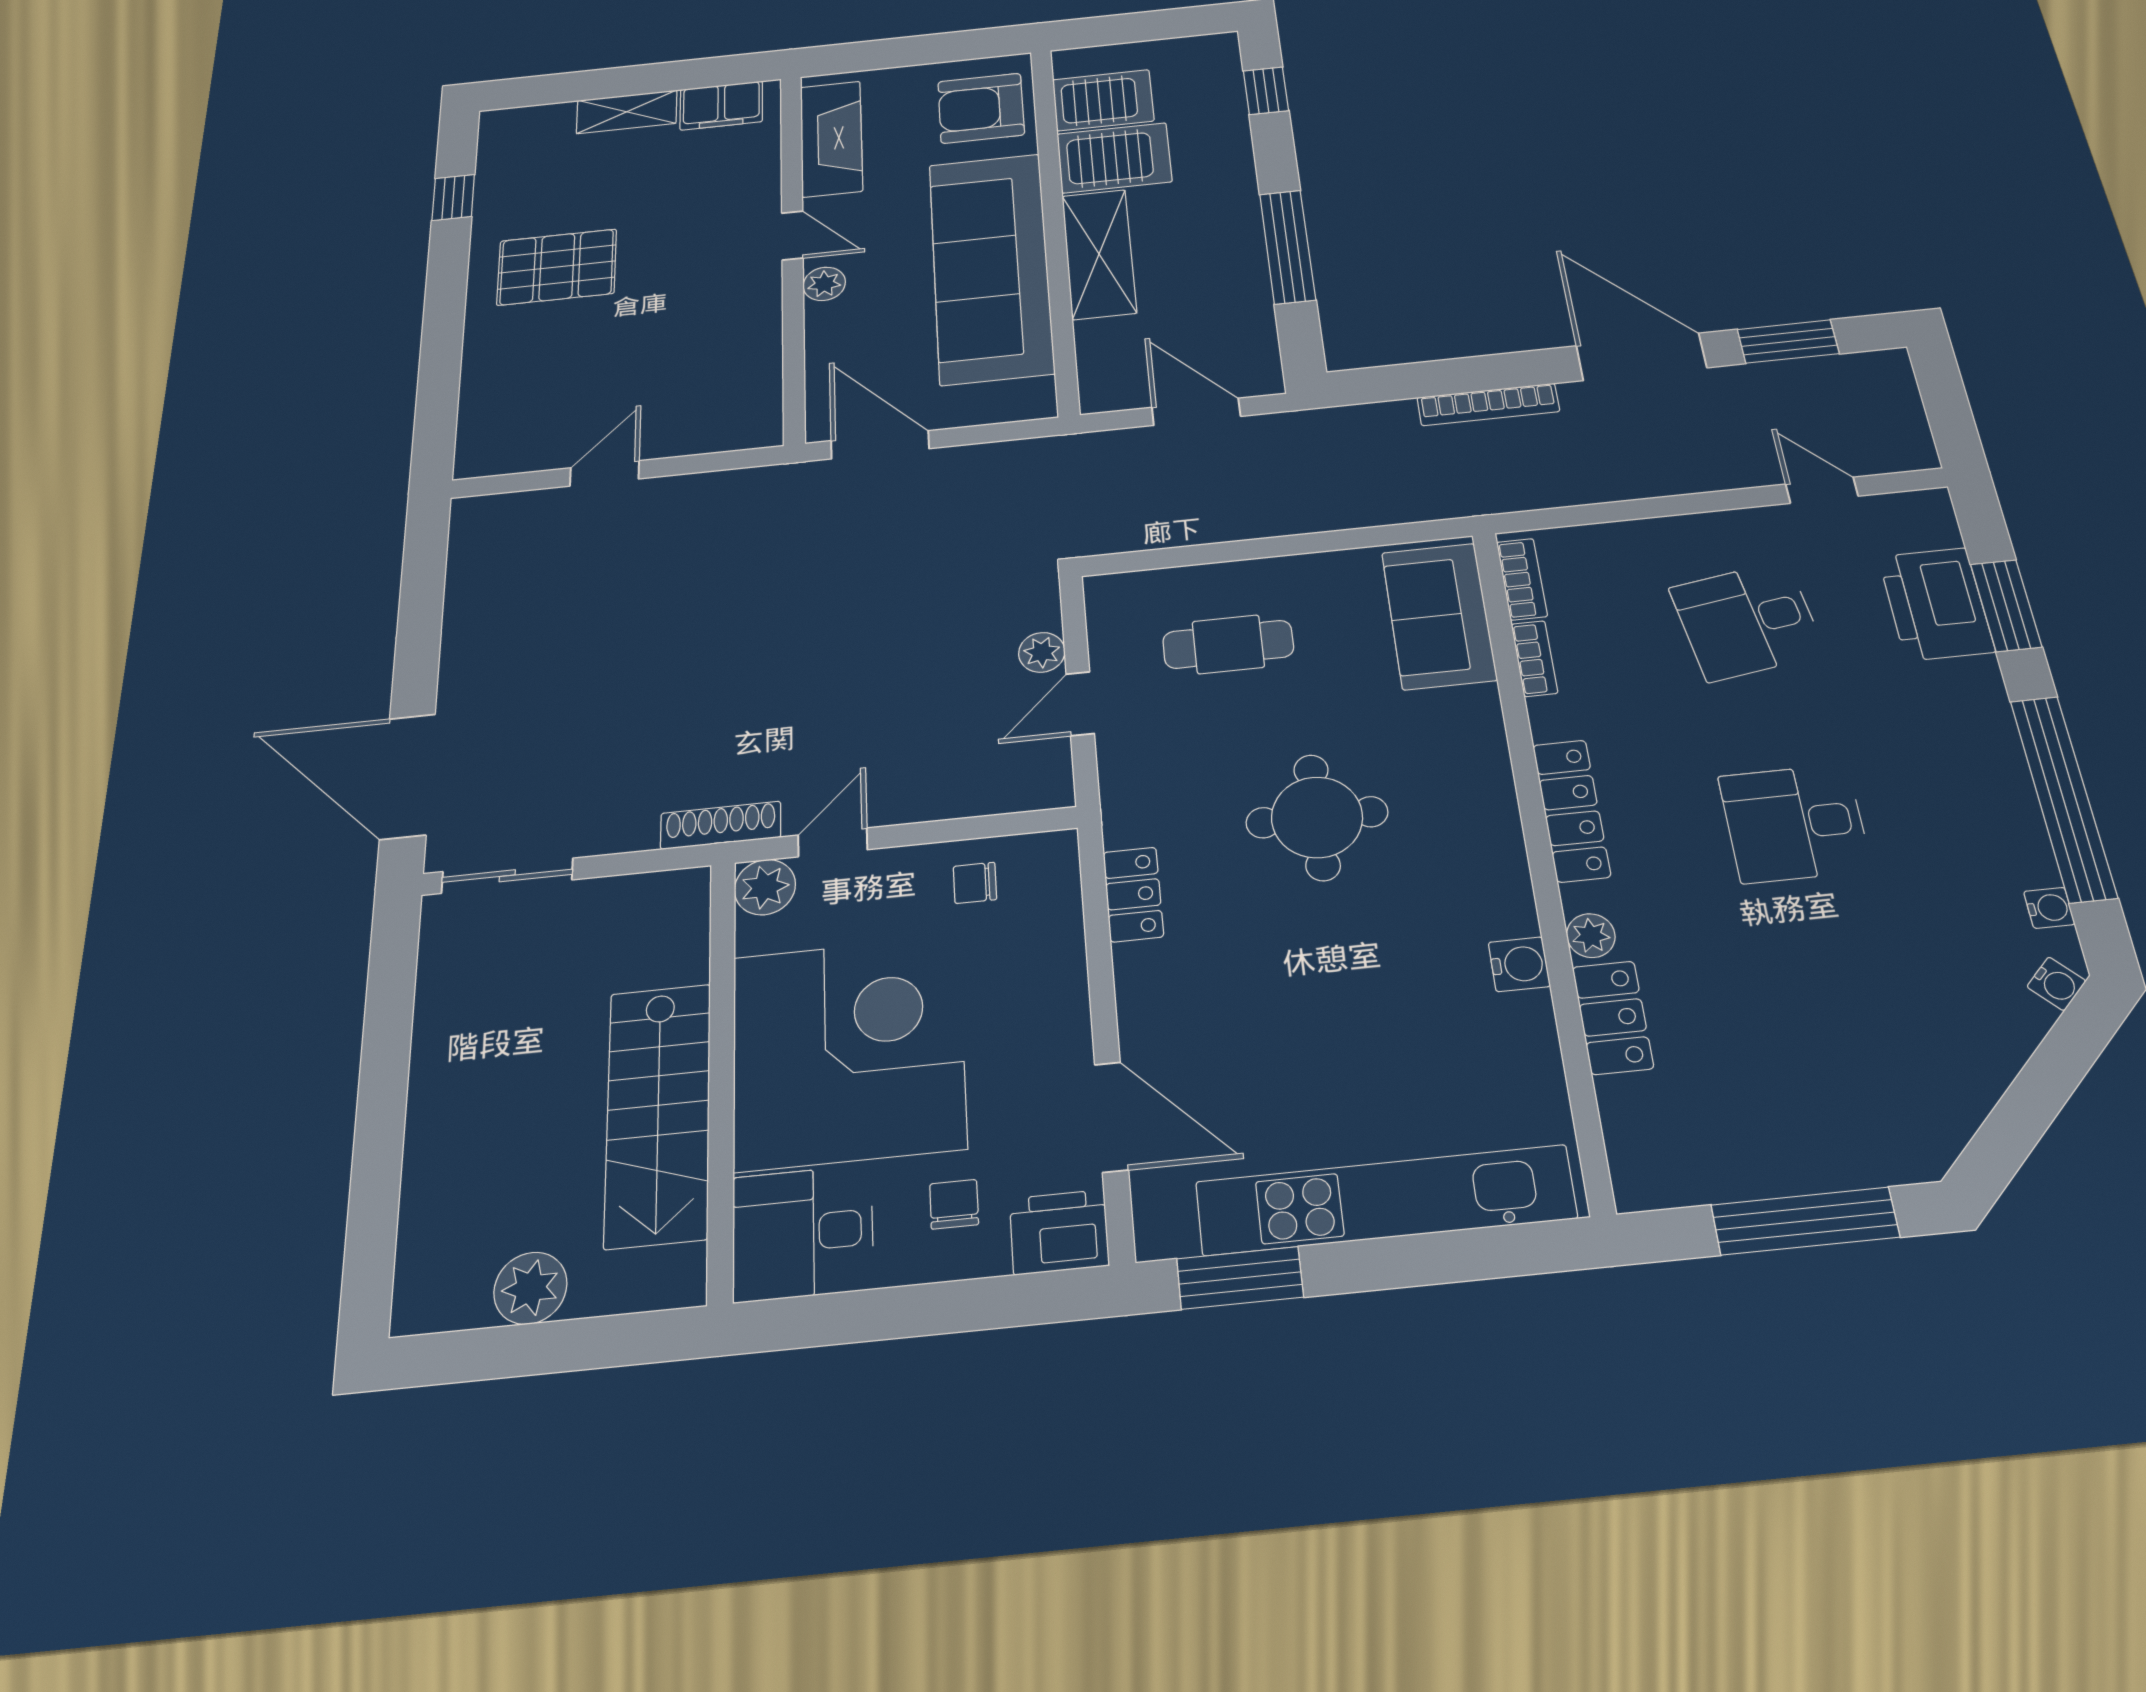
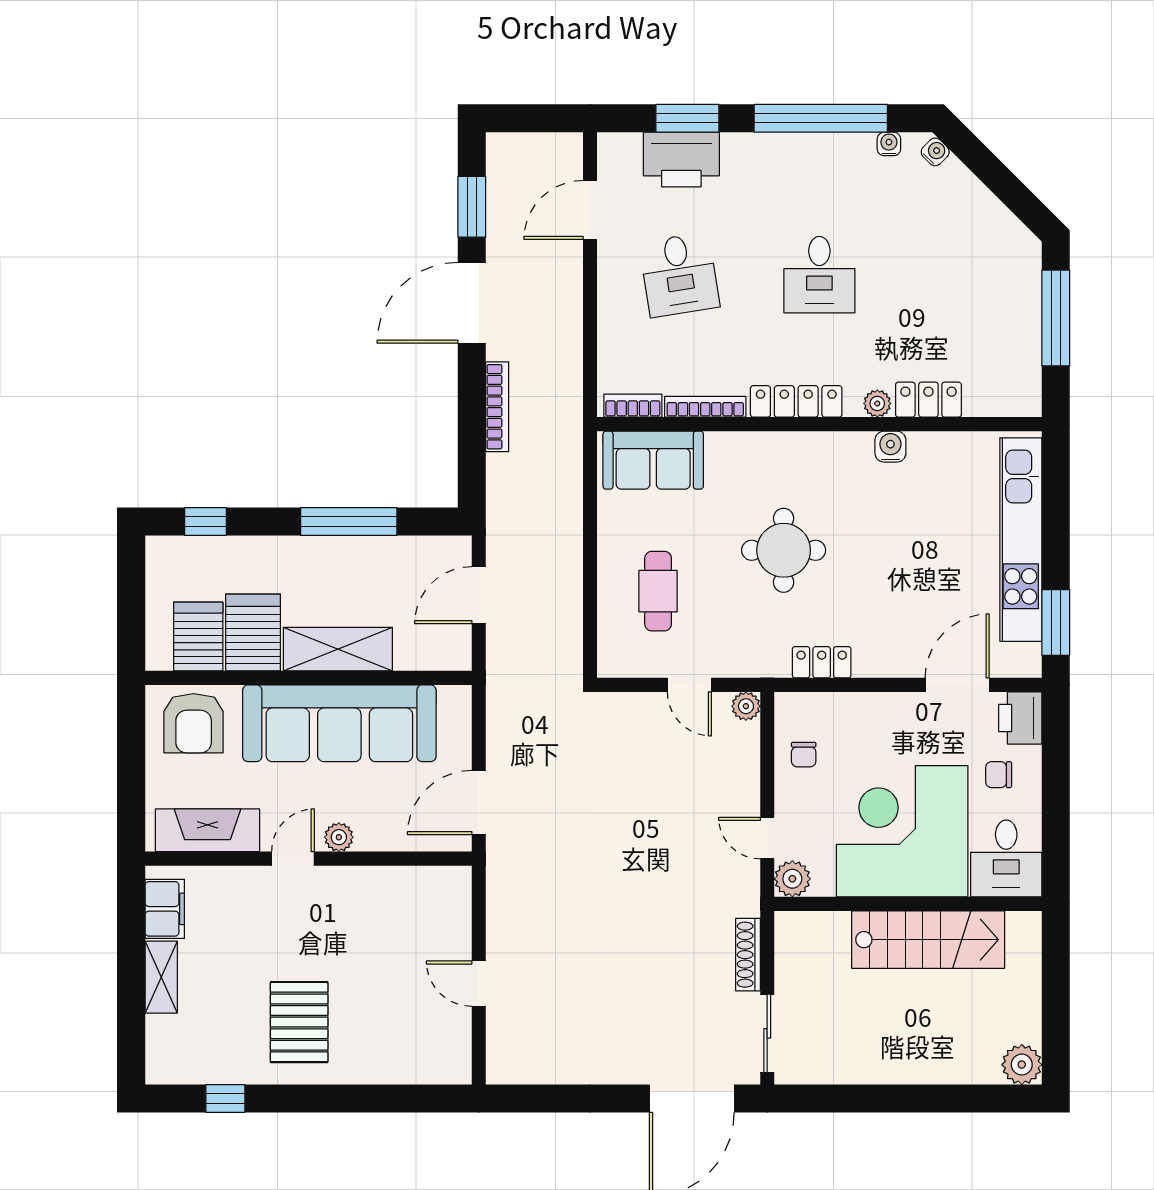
door: (1822, 490) -> (590, 210), width x1.38
plant: (1042, 652) -> (746, 706), moved
bookcase: (1534, 659) -> (705, 407), width x1.56
shoe rack: (721, 825) -> (748, 955), moved
plant: (530, 1288) -> (1022, 1065), moved

